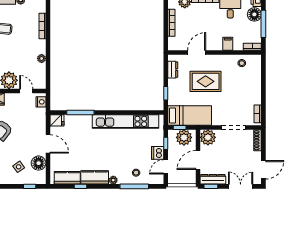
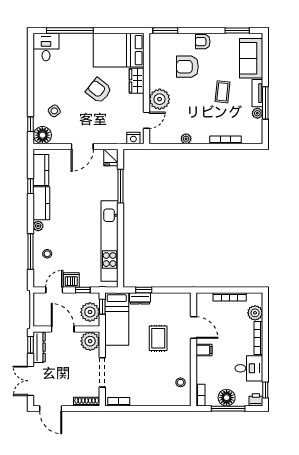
floor lamp: (254, 14) -> (227, 398), moved
filing cabinet: (228, 44) -> (204, 350), moved
dresser: (173, 70) -> (140, 298), moved
rug: (206, 81) -> (158, 338), width x0.73, depth x0.70
floor lamp: (39, 163) -> (42, 135), moved
door: (166, 167) -> (54, 290), hinge flipped
double door: (241, 186) -> (30, 381), swing flipped

